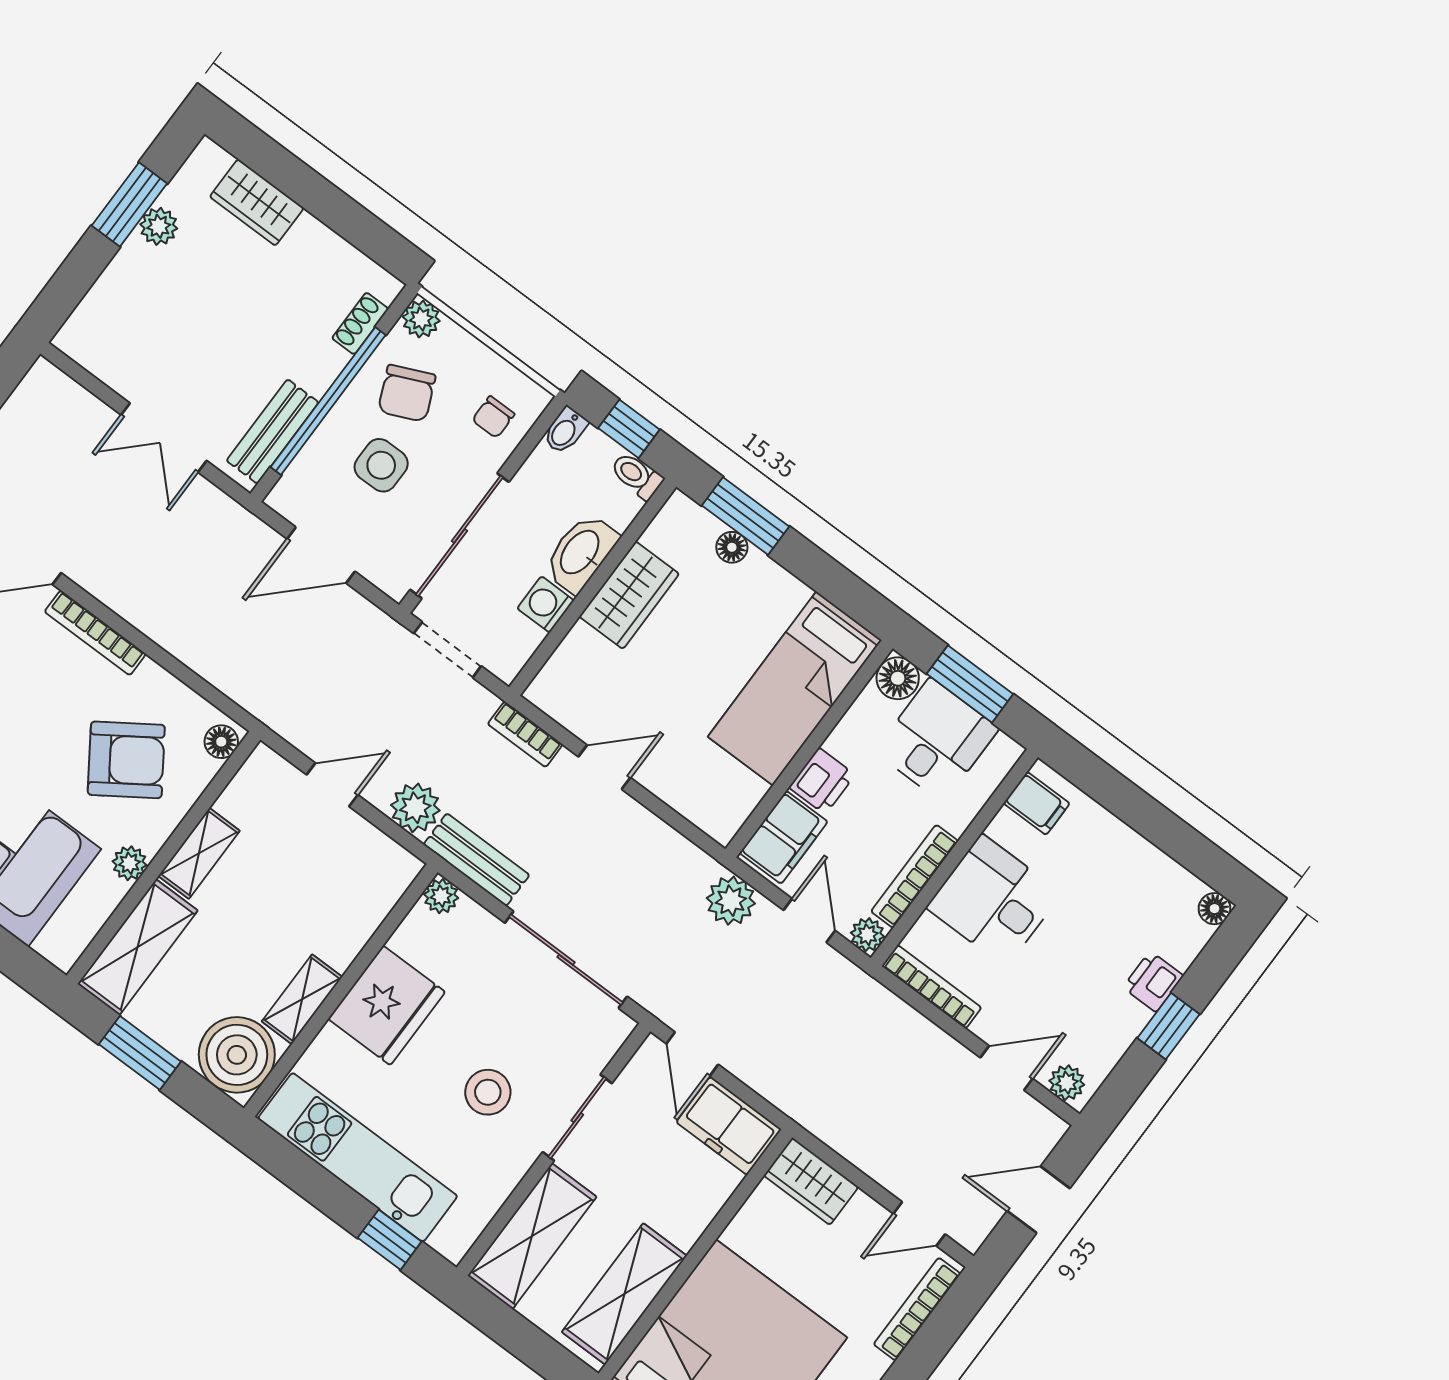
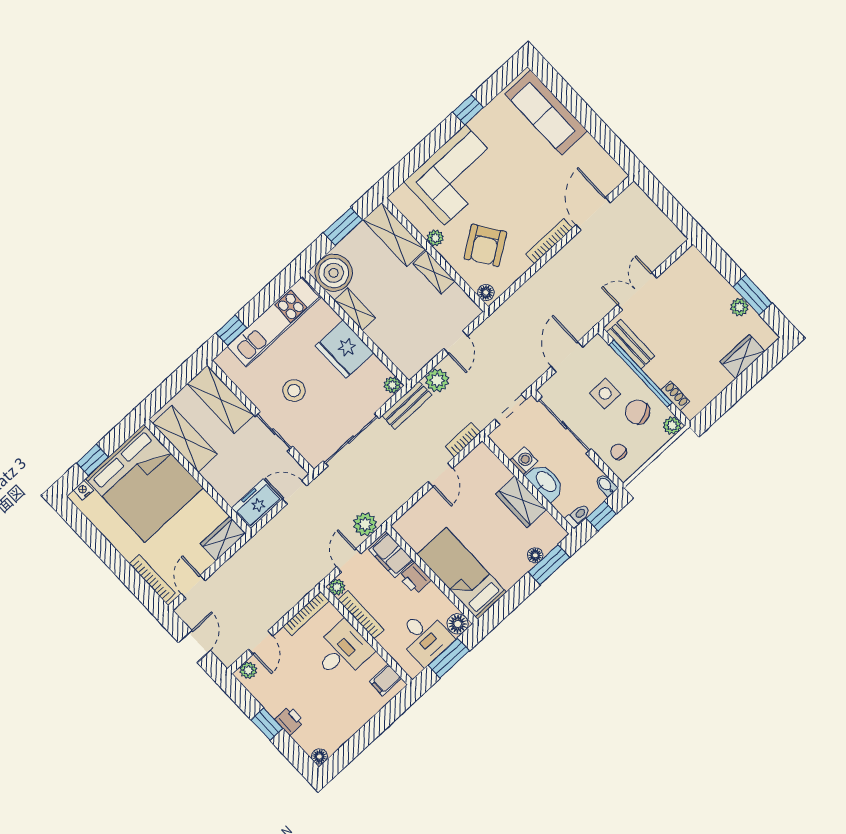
door: (809, 920) -> (349, 560), swing flipped

